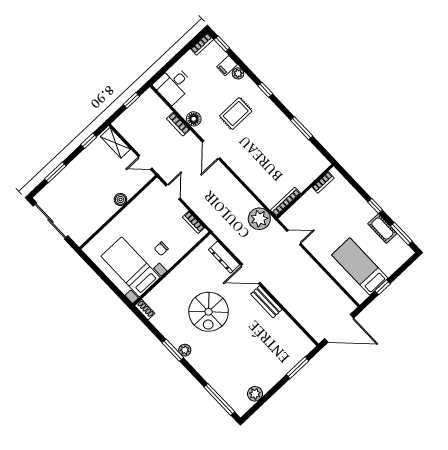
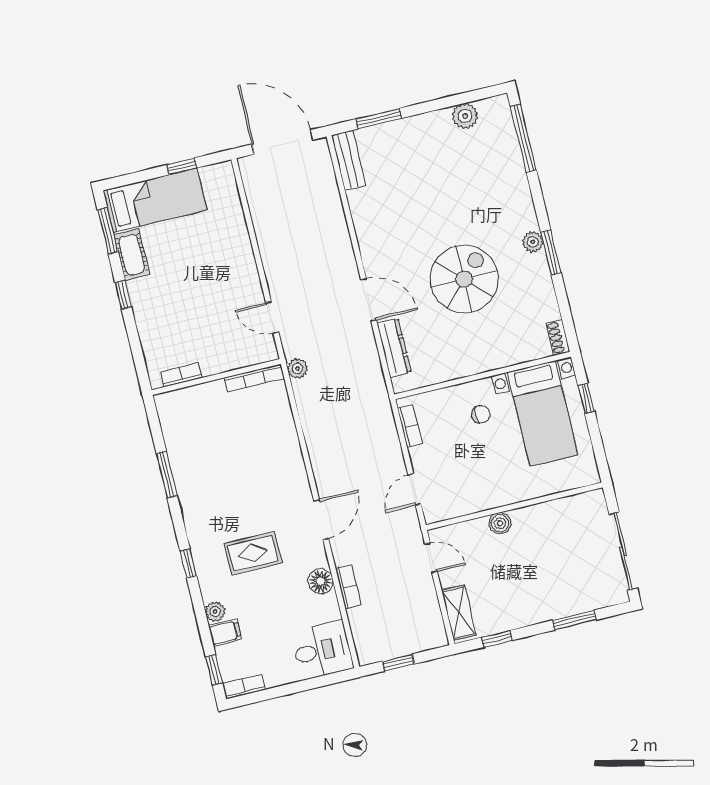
plant: (259, 219) -> (297, 369), width x0.53, depth x0.53
bed: (360, 266) -> (155, 200), moved, turned -90
window: (113, 287) -> (586, 398), added
bench: (266, 302) -> (349, 160), moved

